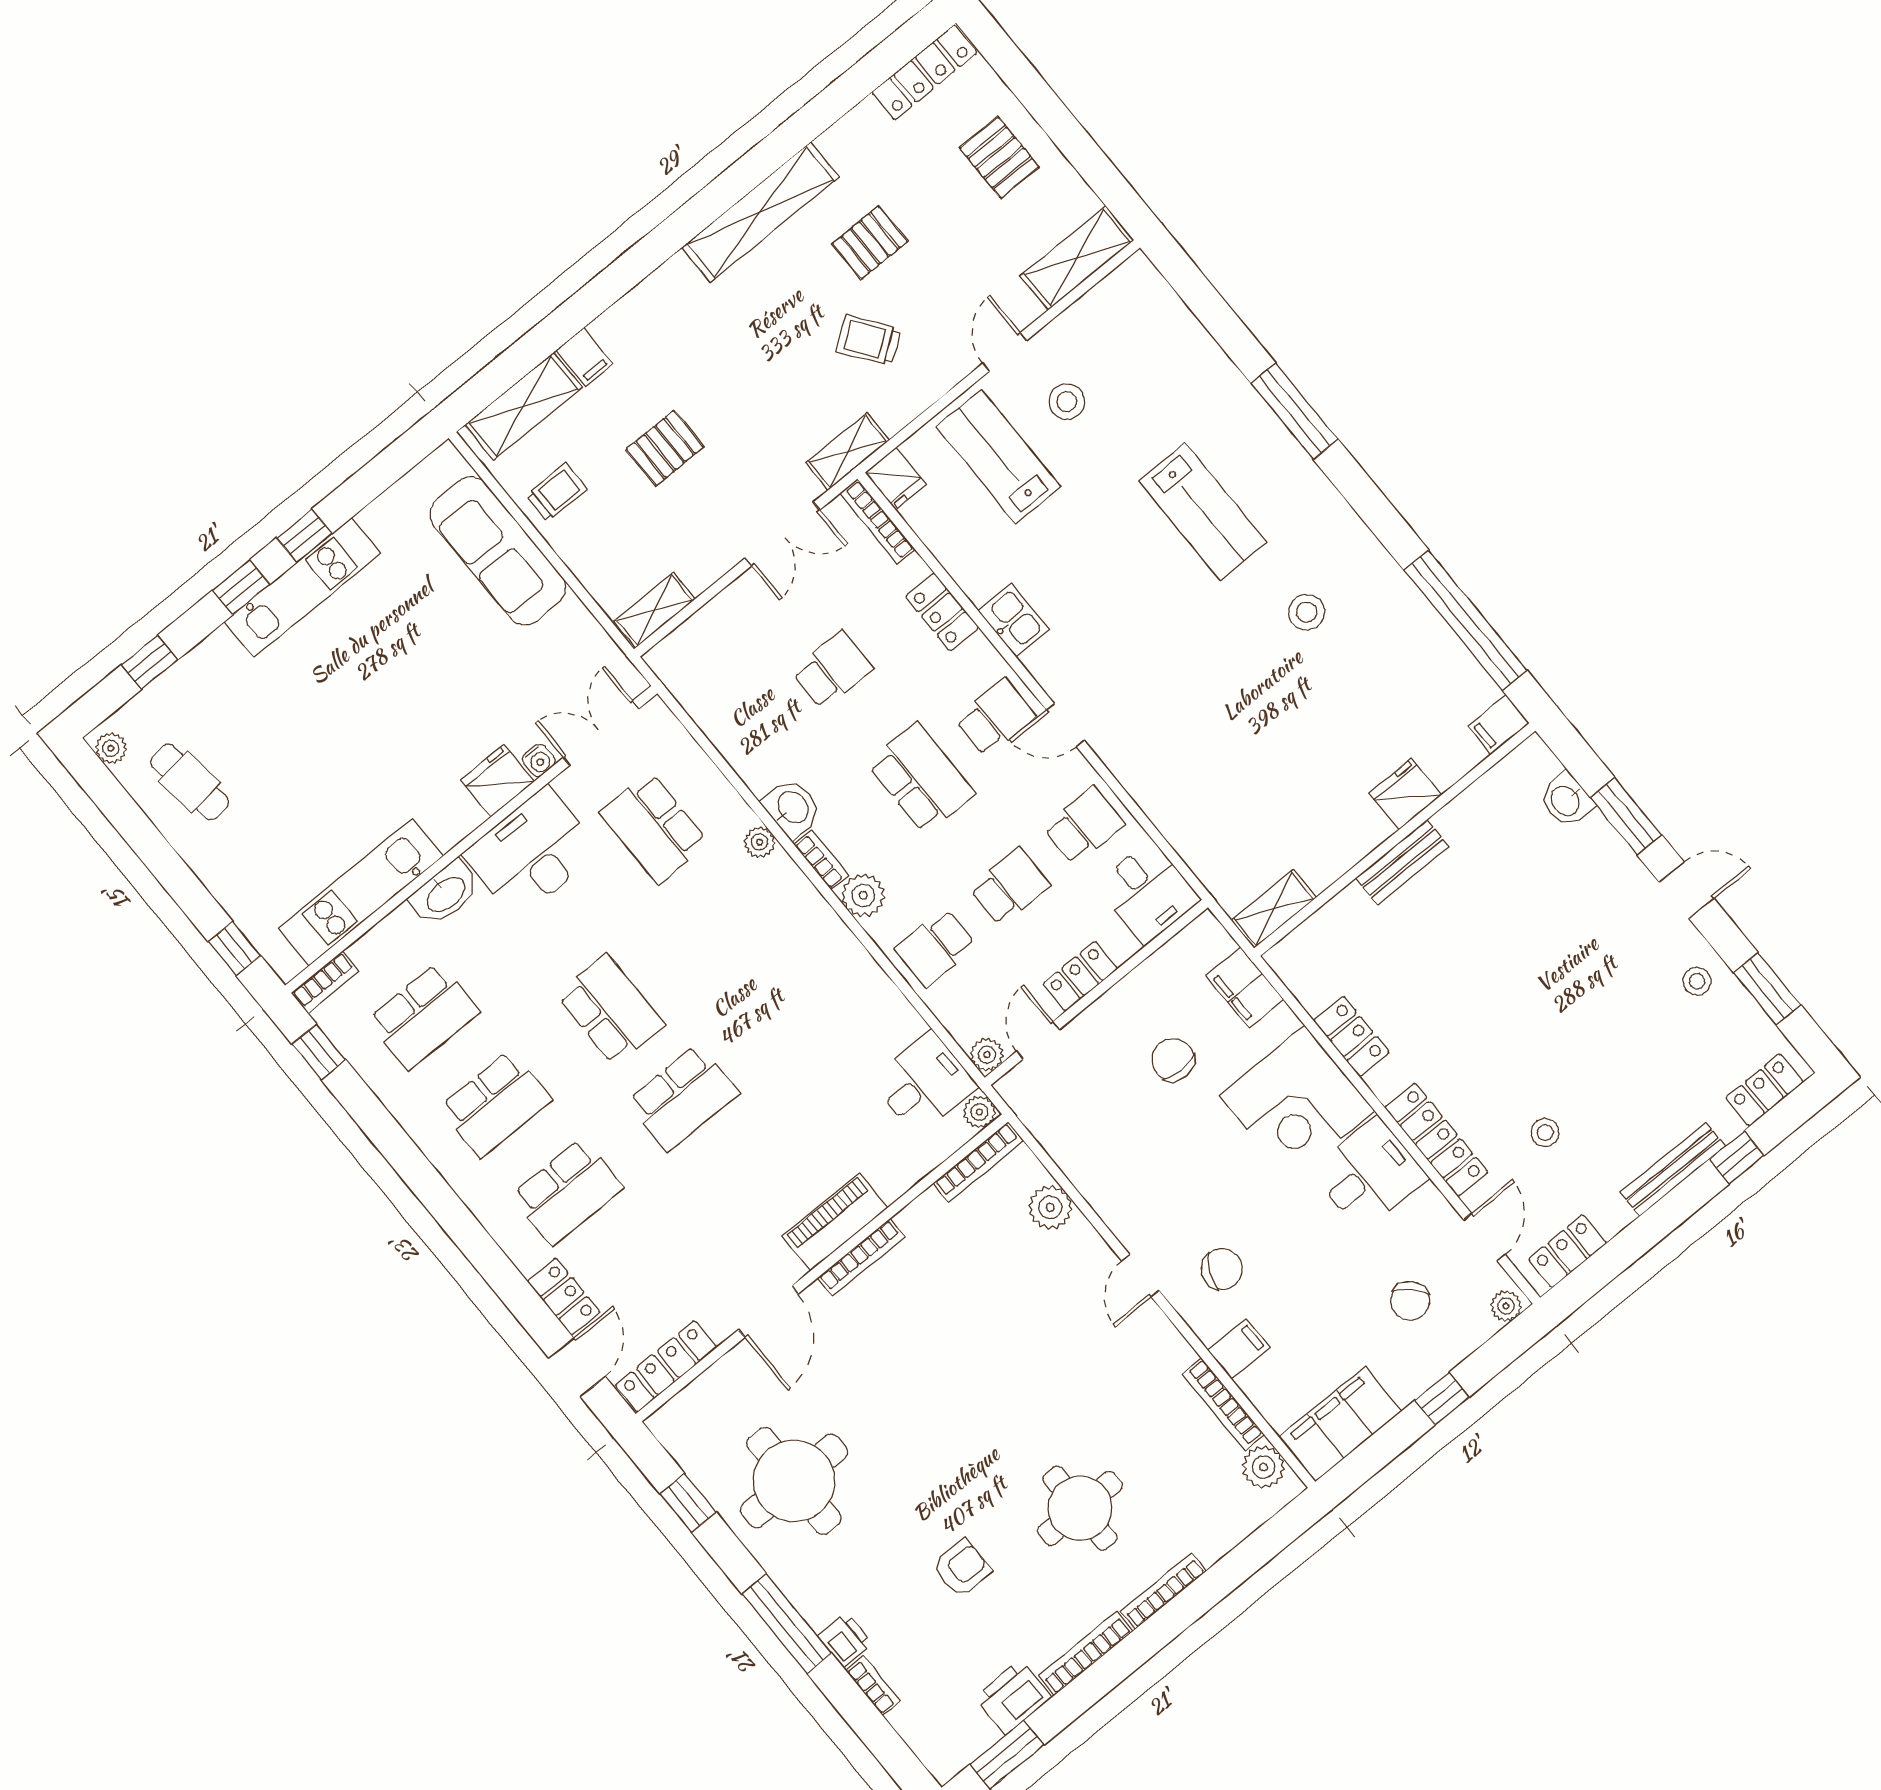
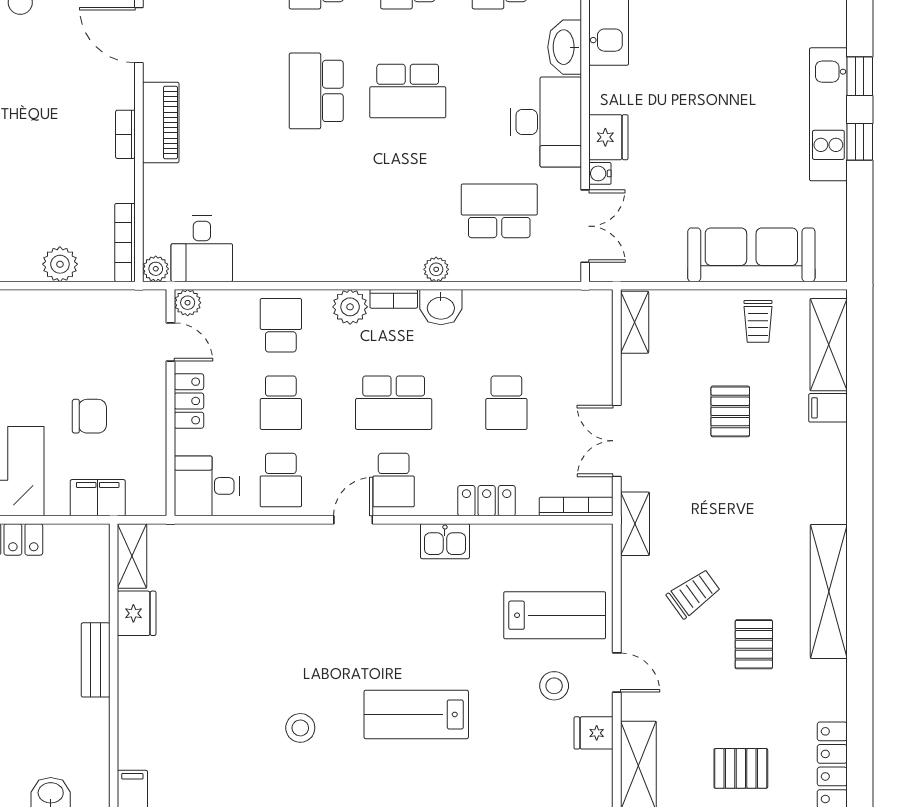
fridge: (896, 479) -> (594, 733), moved
fridge: (1405, 794) -> (137, 613), moved
bookcase: (861, 1257) -> (125, 134), width x0.64

